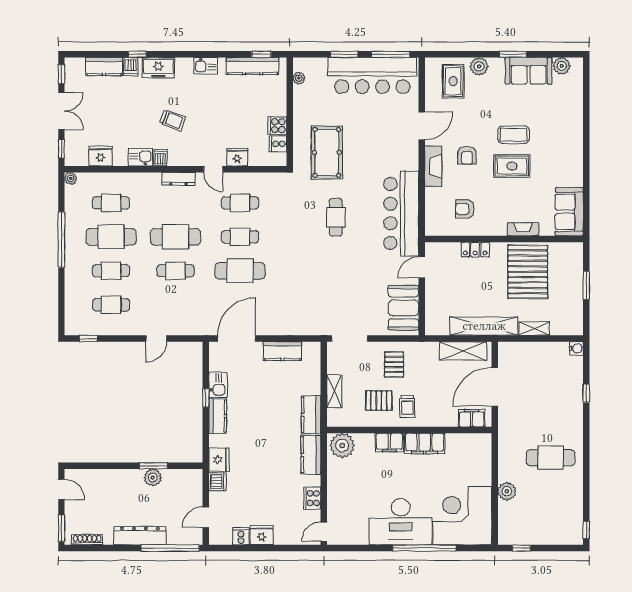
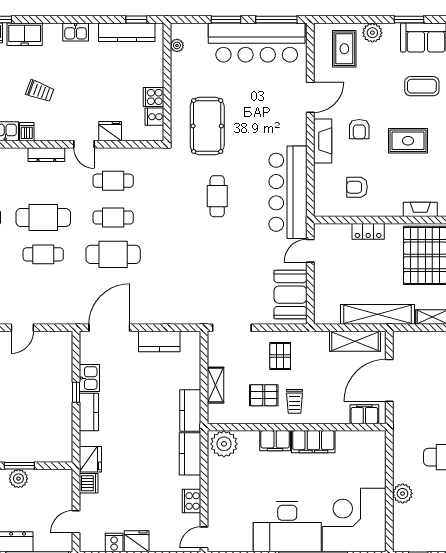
coffee table: (514, 135) -> (422, 86), moved

